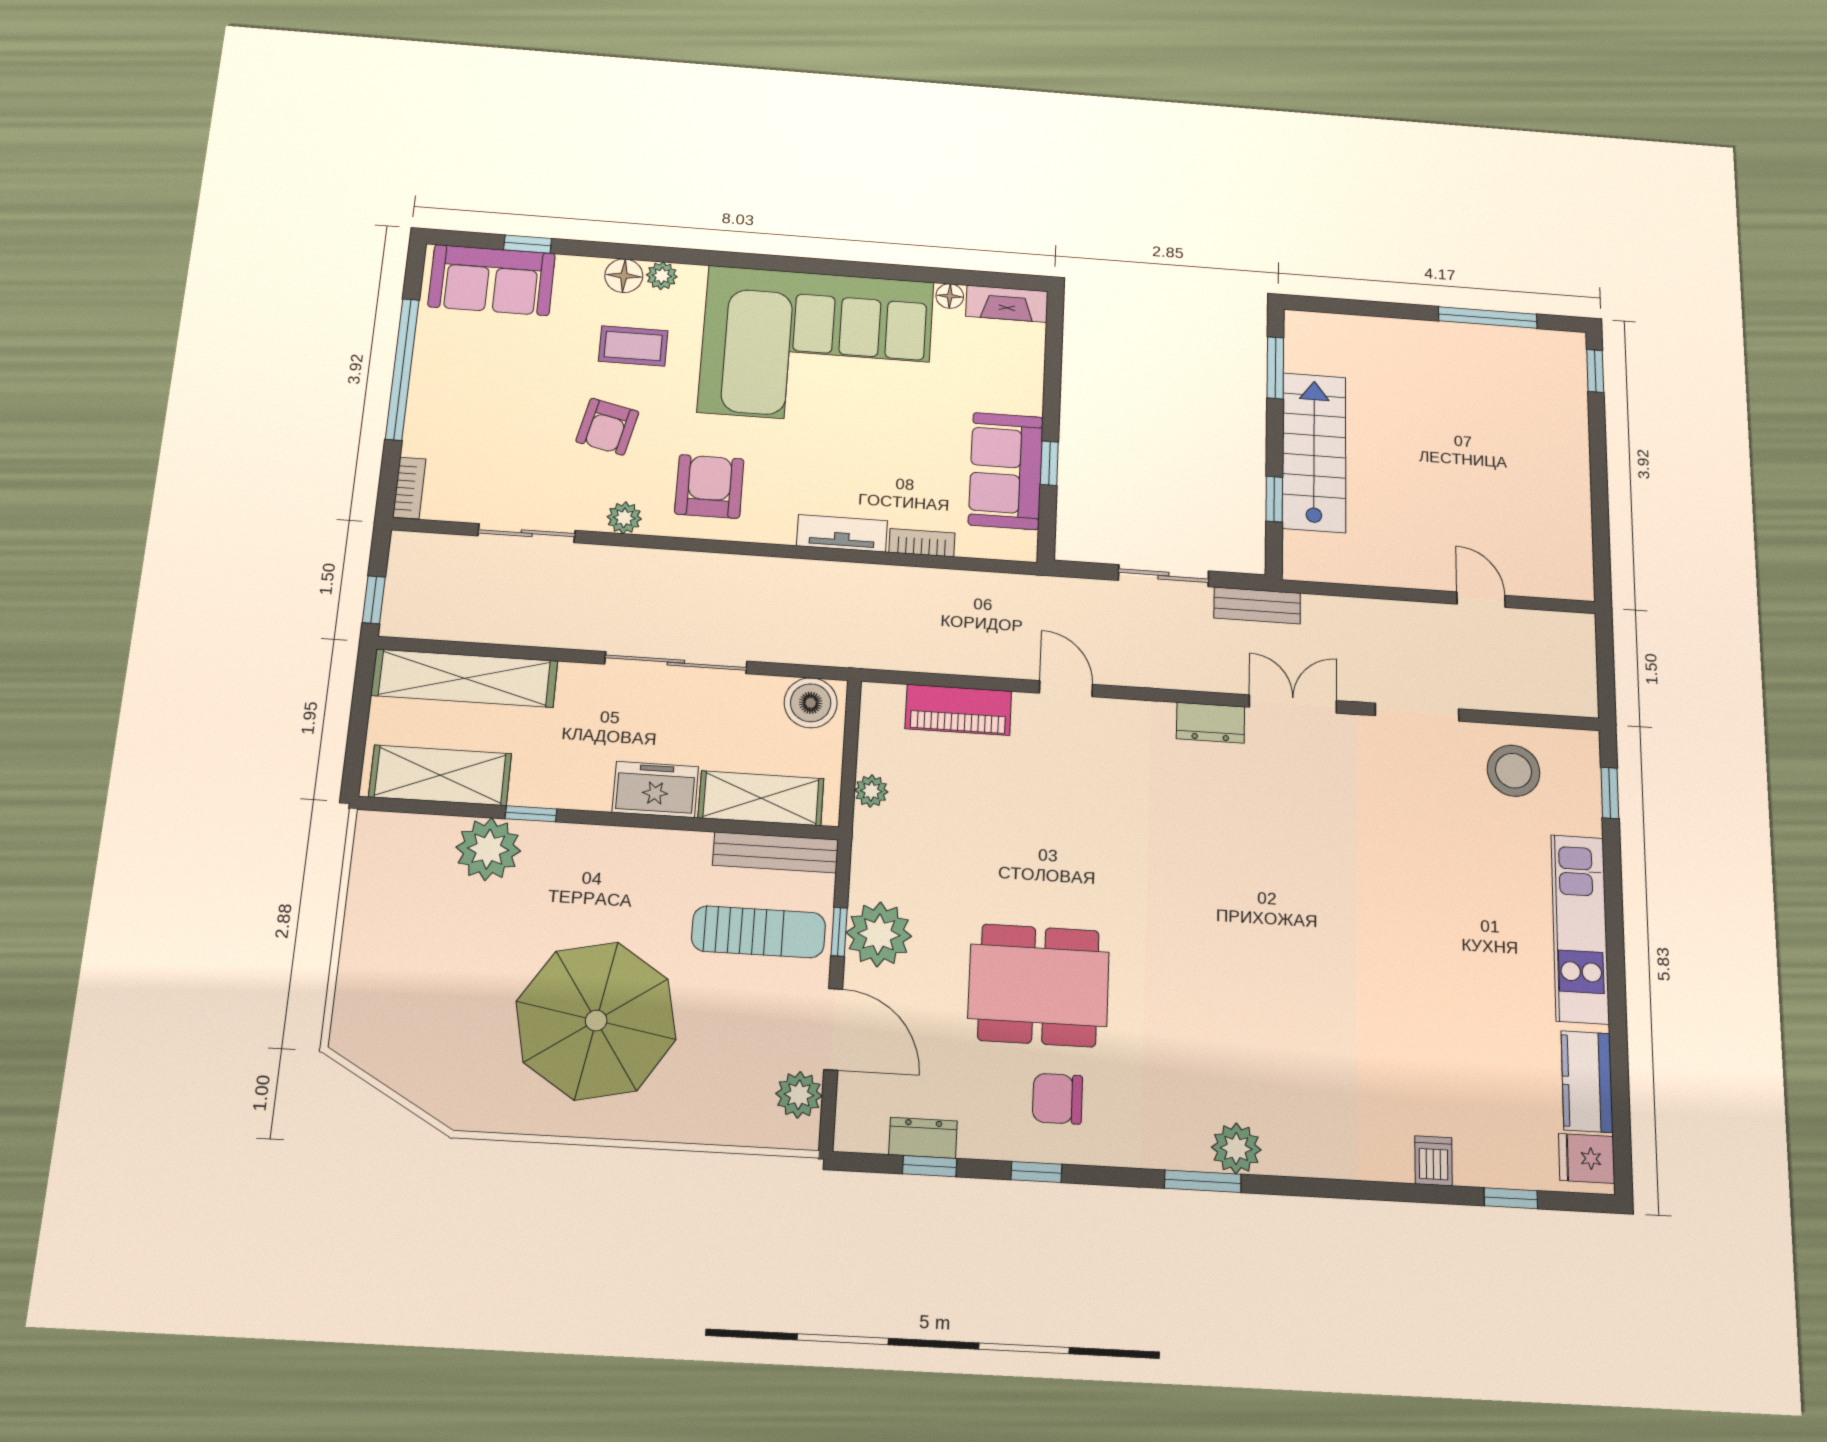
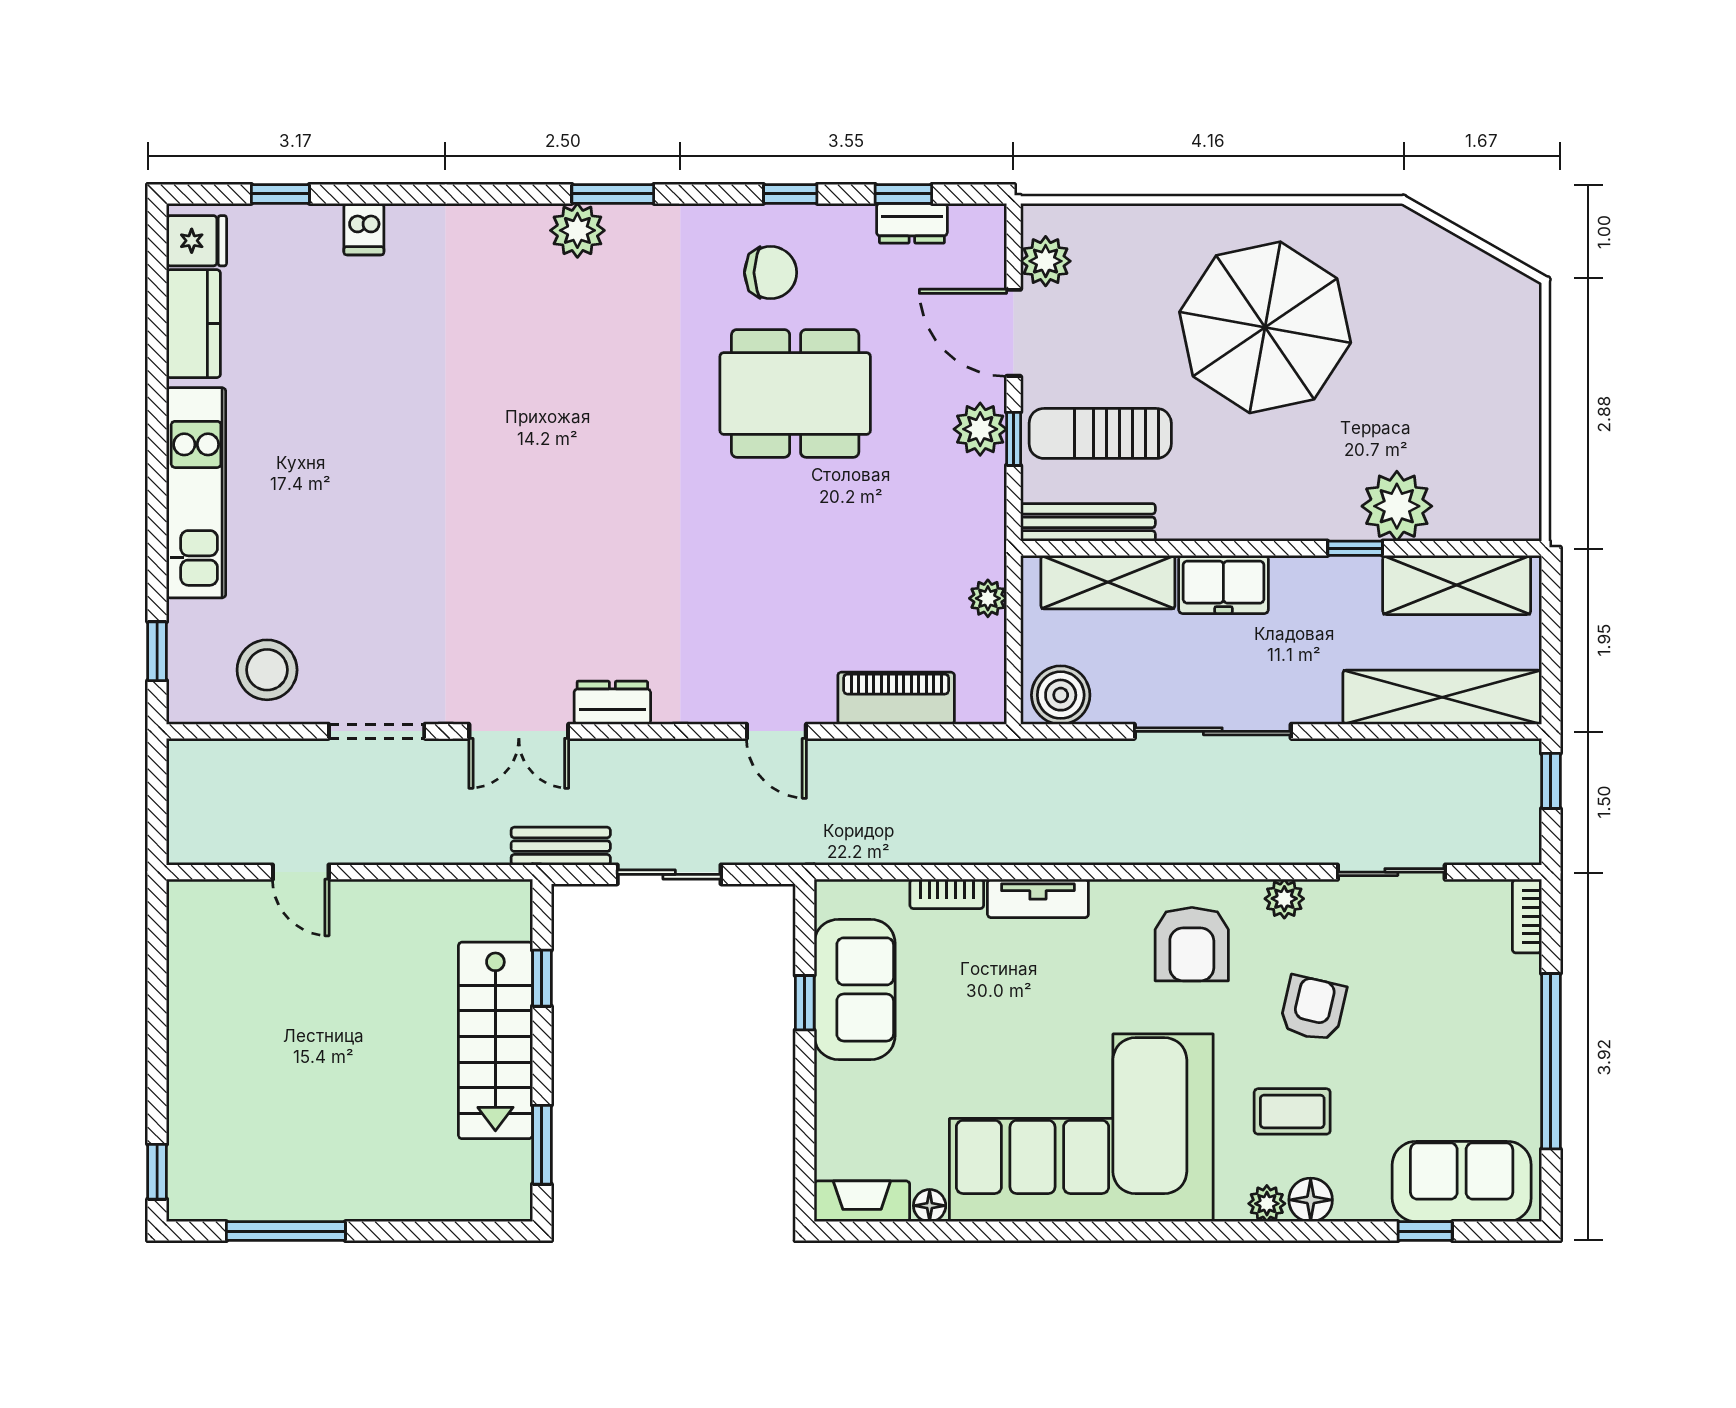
plant: (879, 934) -> (980, 429), width x0.73, depth x0.73

